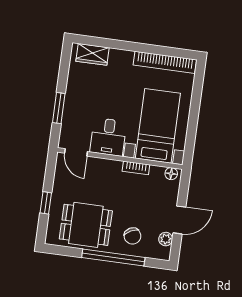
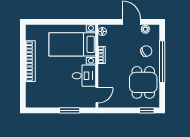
wardrobe: (93, 54) -> (32, 93), removed
bookcase: (165, 62) -> (30, 61), moved
window: (46, 203) -> (147, 110), moved

